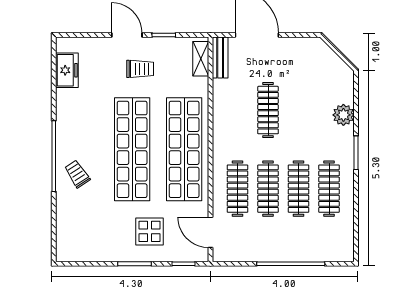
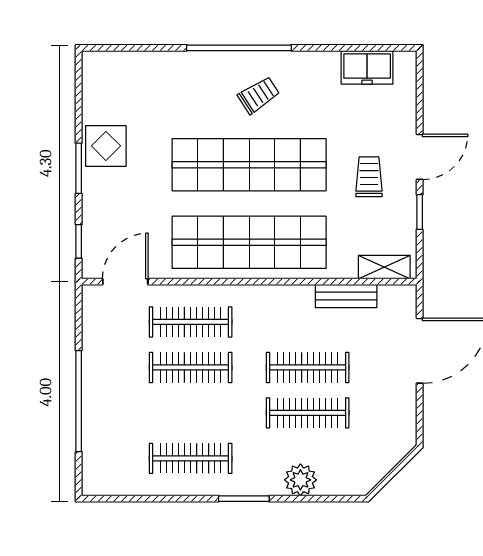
bench: (220, 57) -> (346, 296), moved
trolley: (140, 69) -> (369, 177), turned 180
trolley: (77, 174) -> (259, 95), moved
clothes rail: (299, 189) -> (308, 413), moved
display table: (149, 231) -> (106, 146), moved

